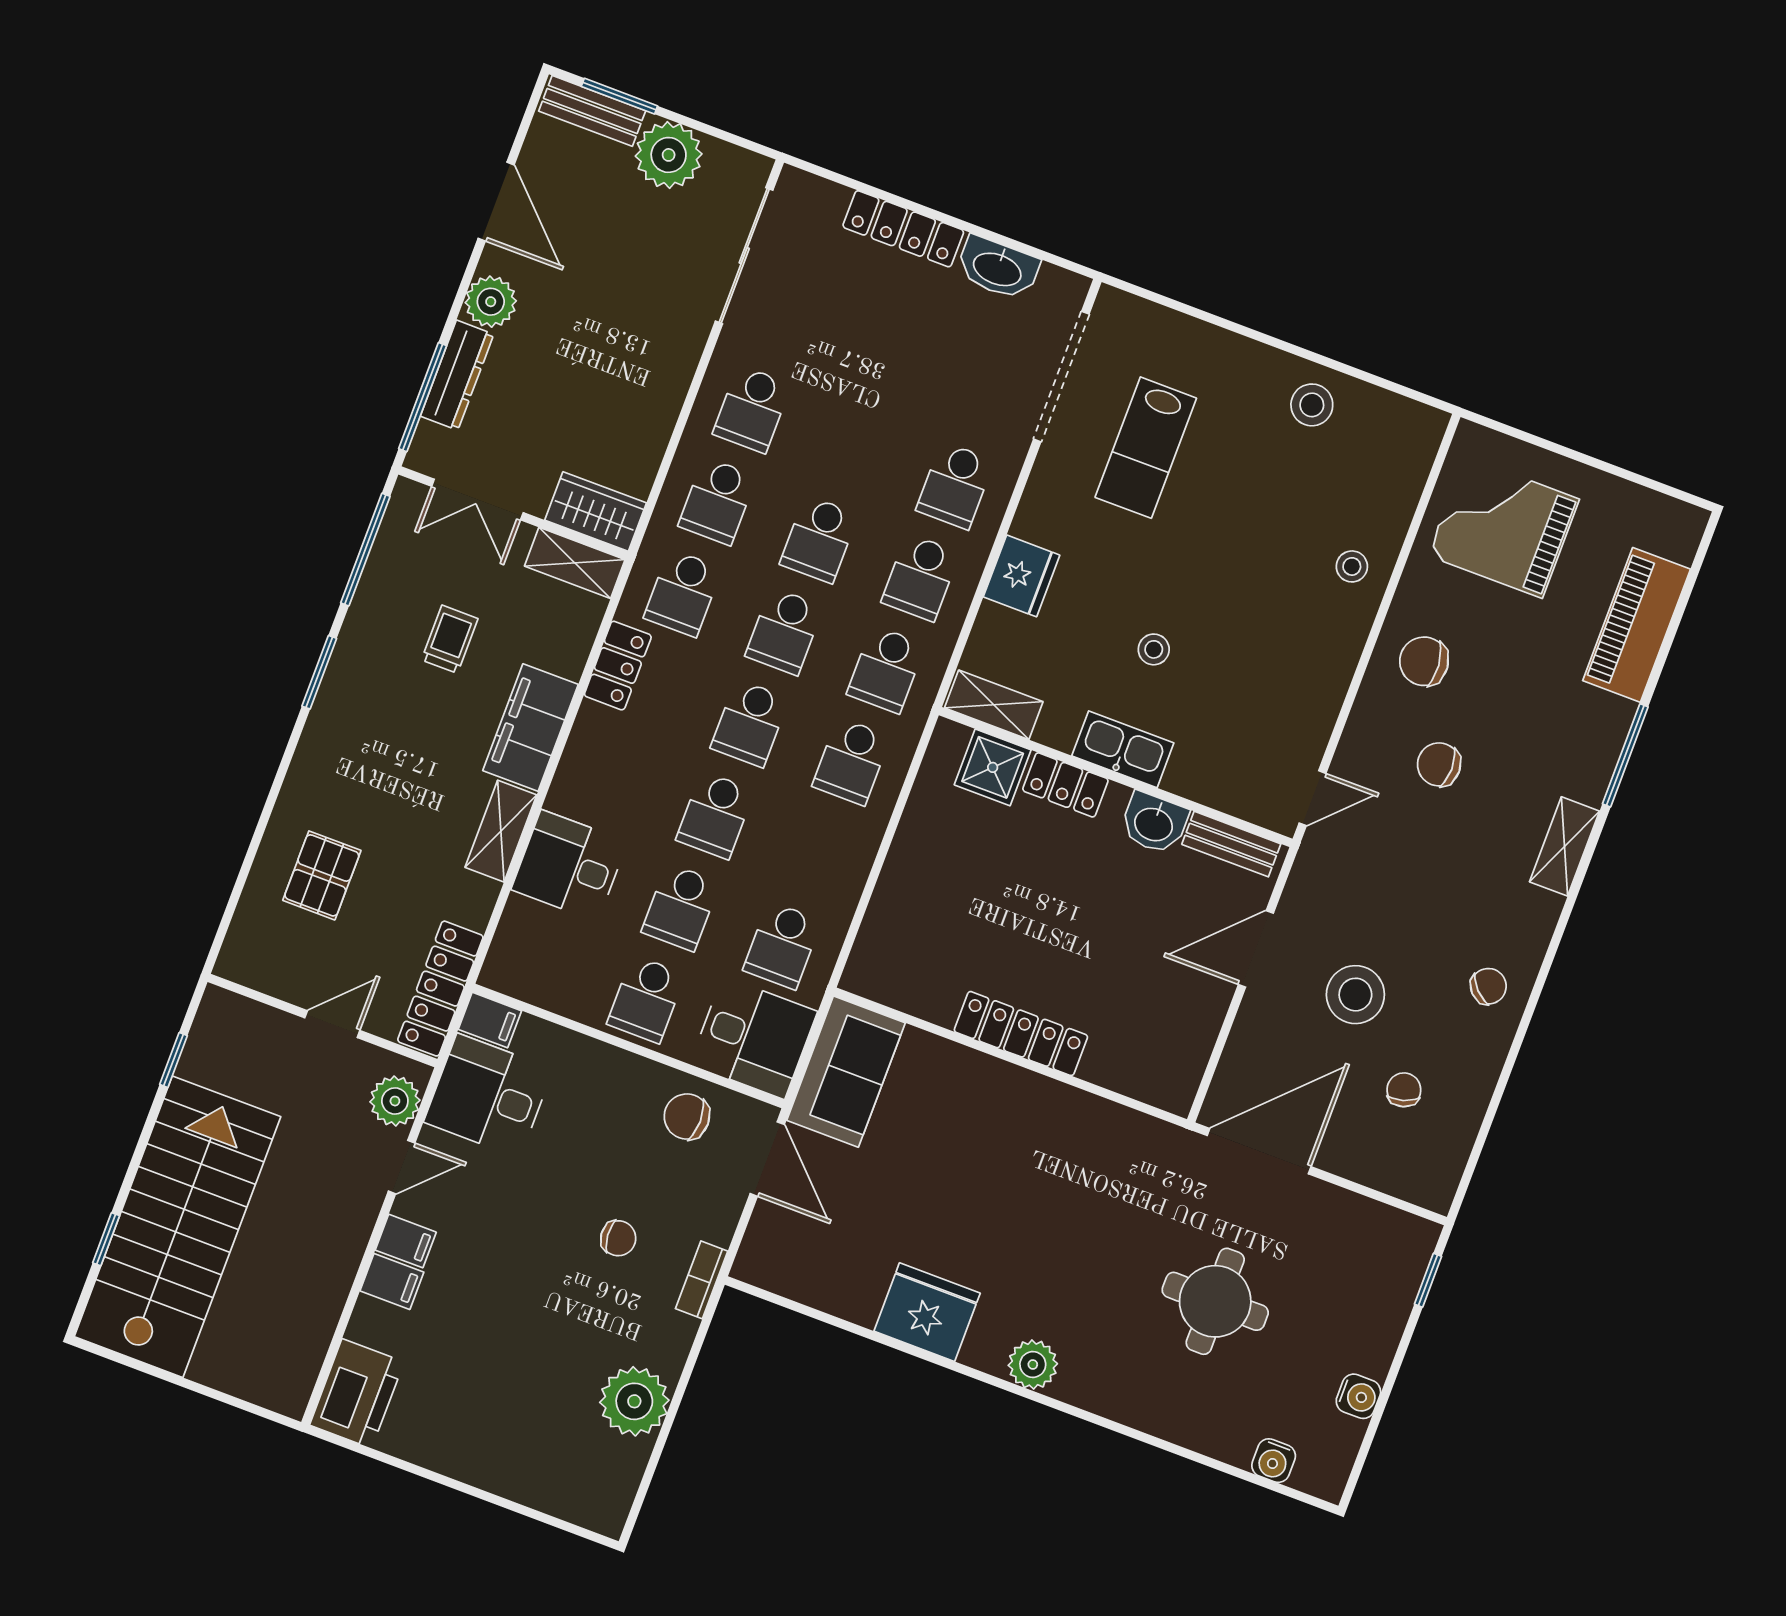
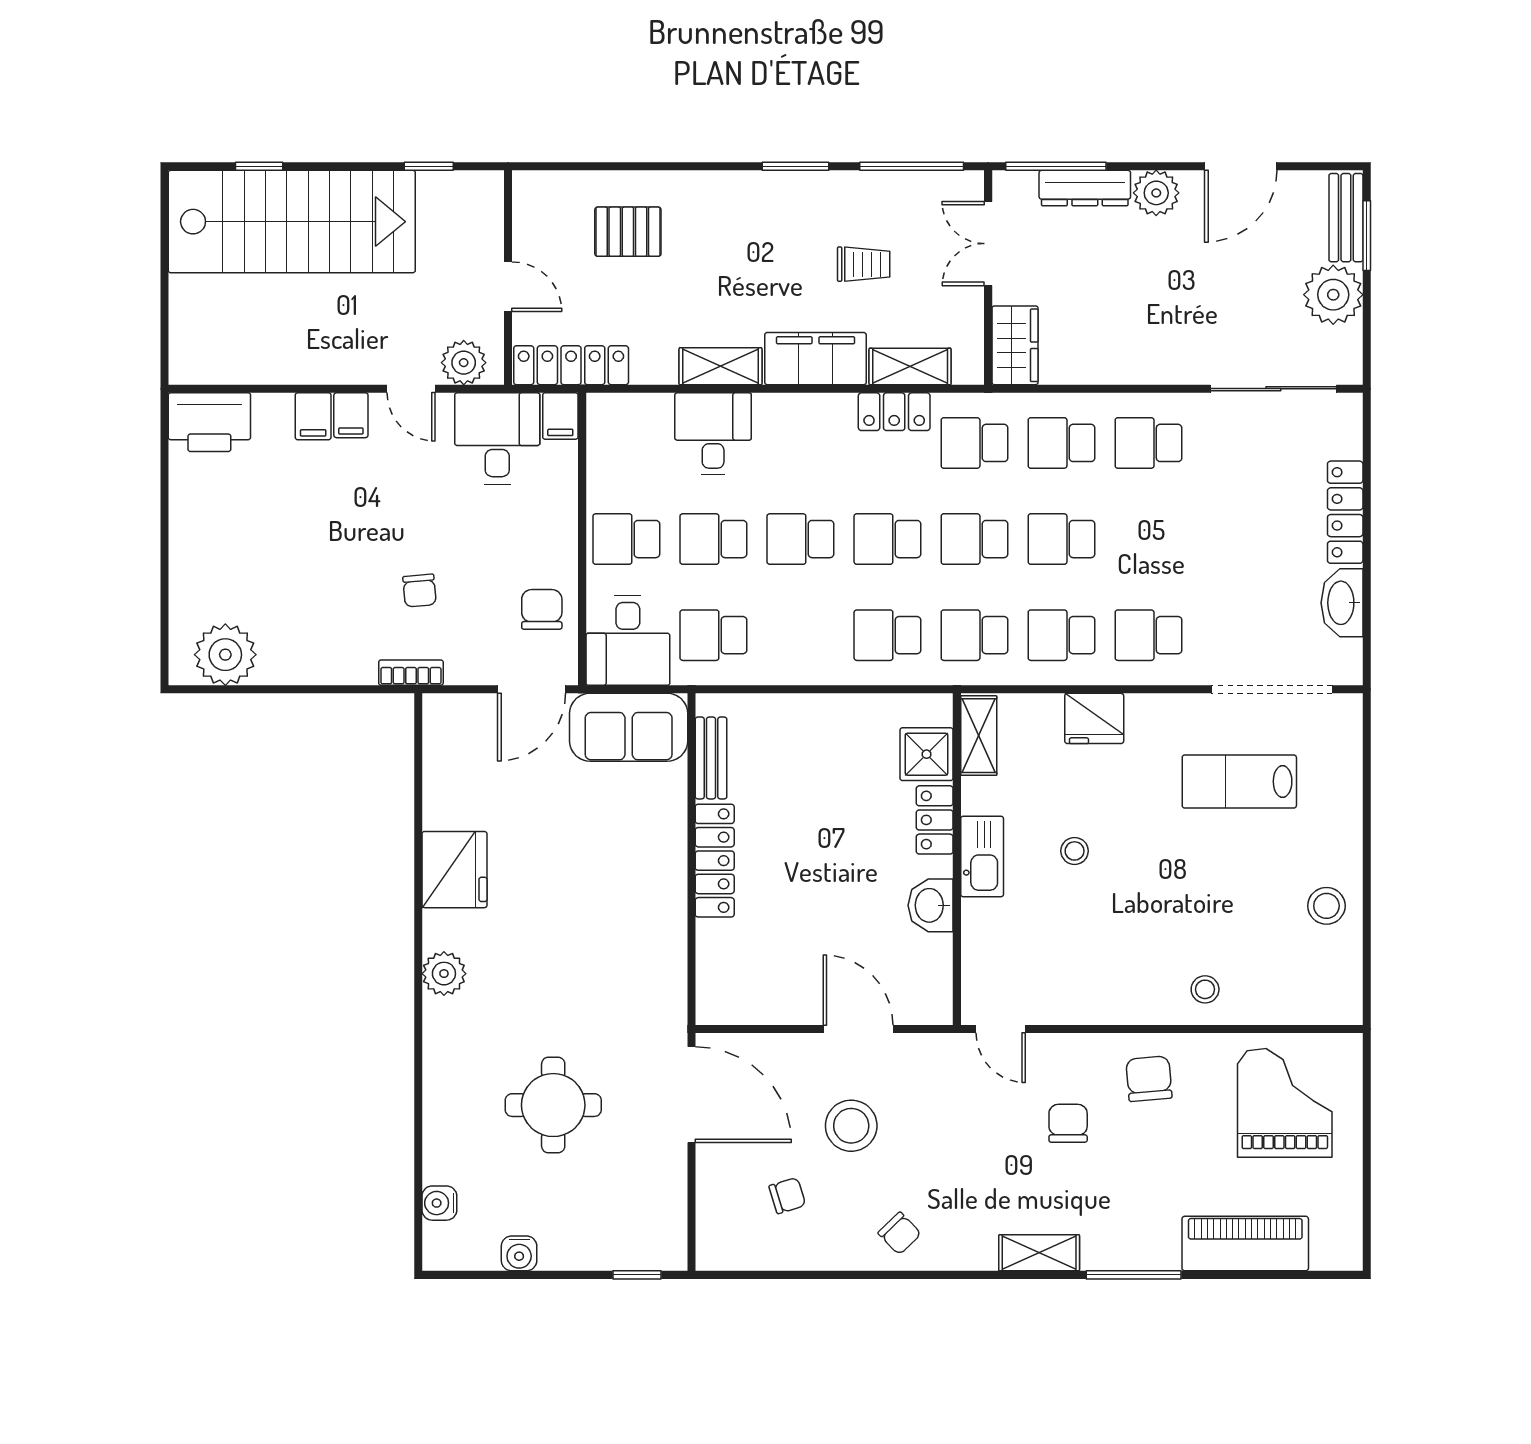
shelving: (575, 563) -> (910, 366), moved, turned 90
bench: (1231, 844) -> (711, 758), moved
plant: (634, 1401) -> (225, 655), moved

